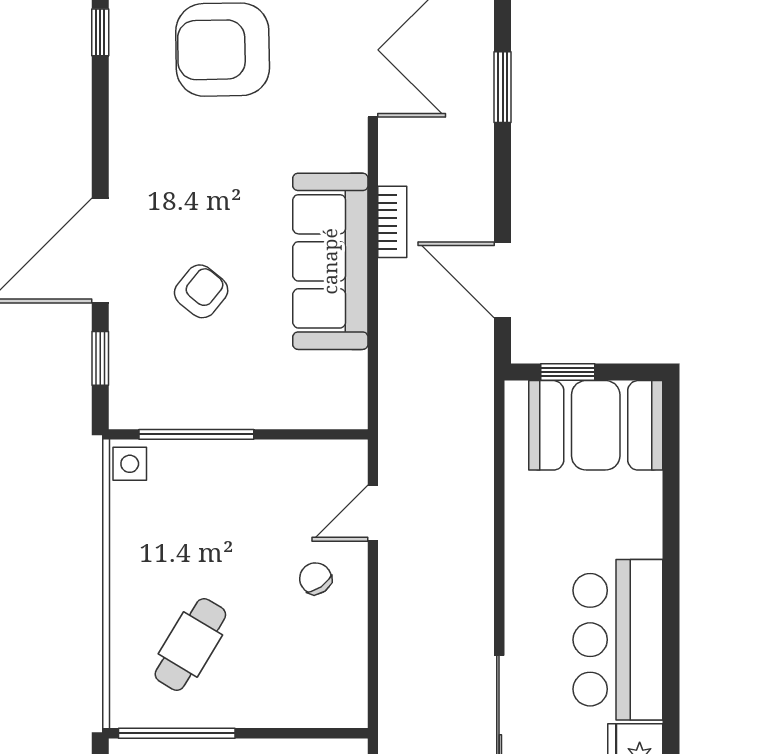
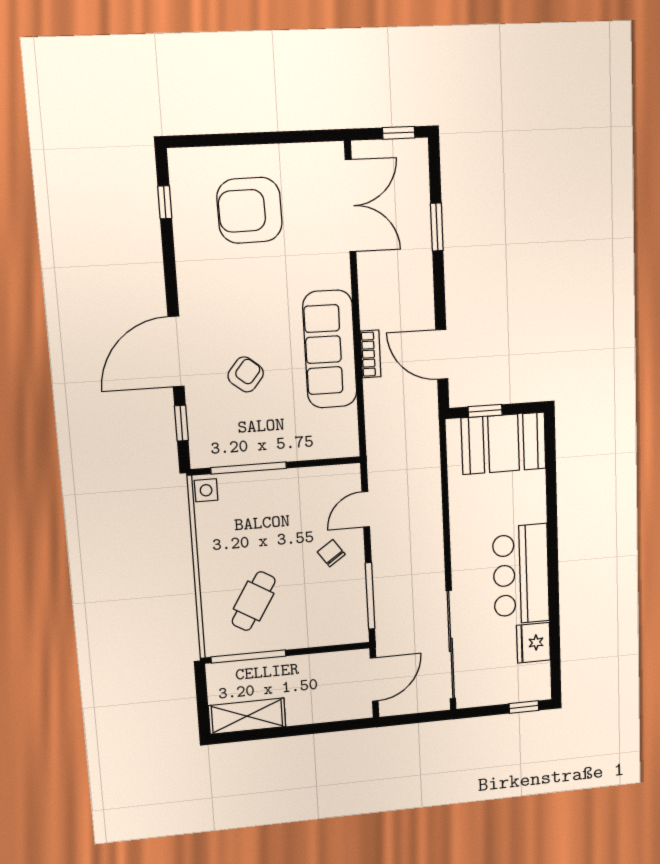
bookcase: (392, 222) -> (371, 354), moved
window: (373, 653) -> (370, 596), added

